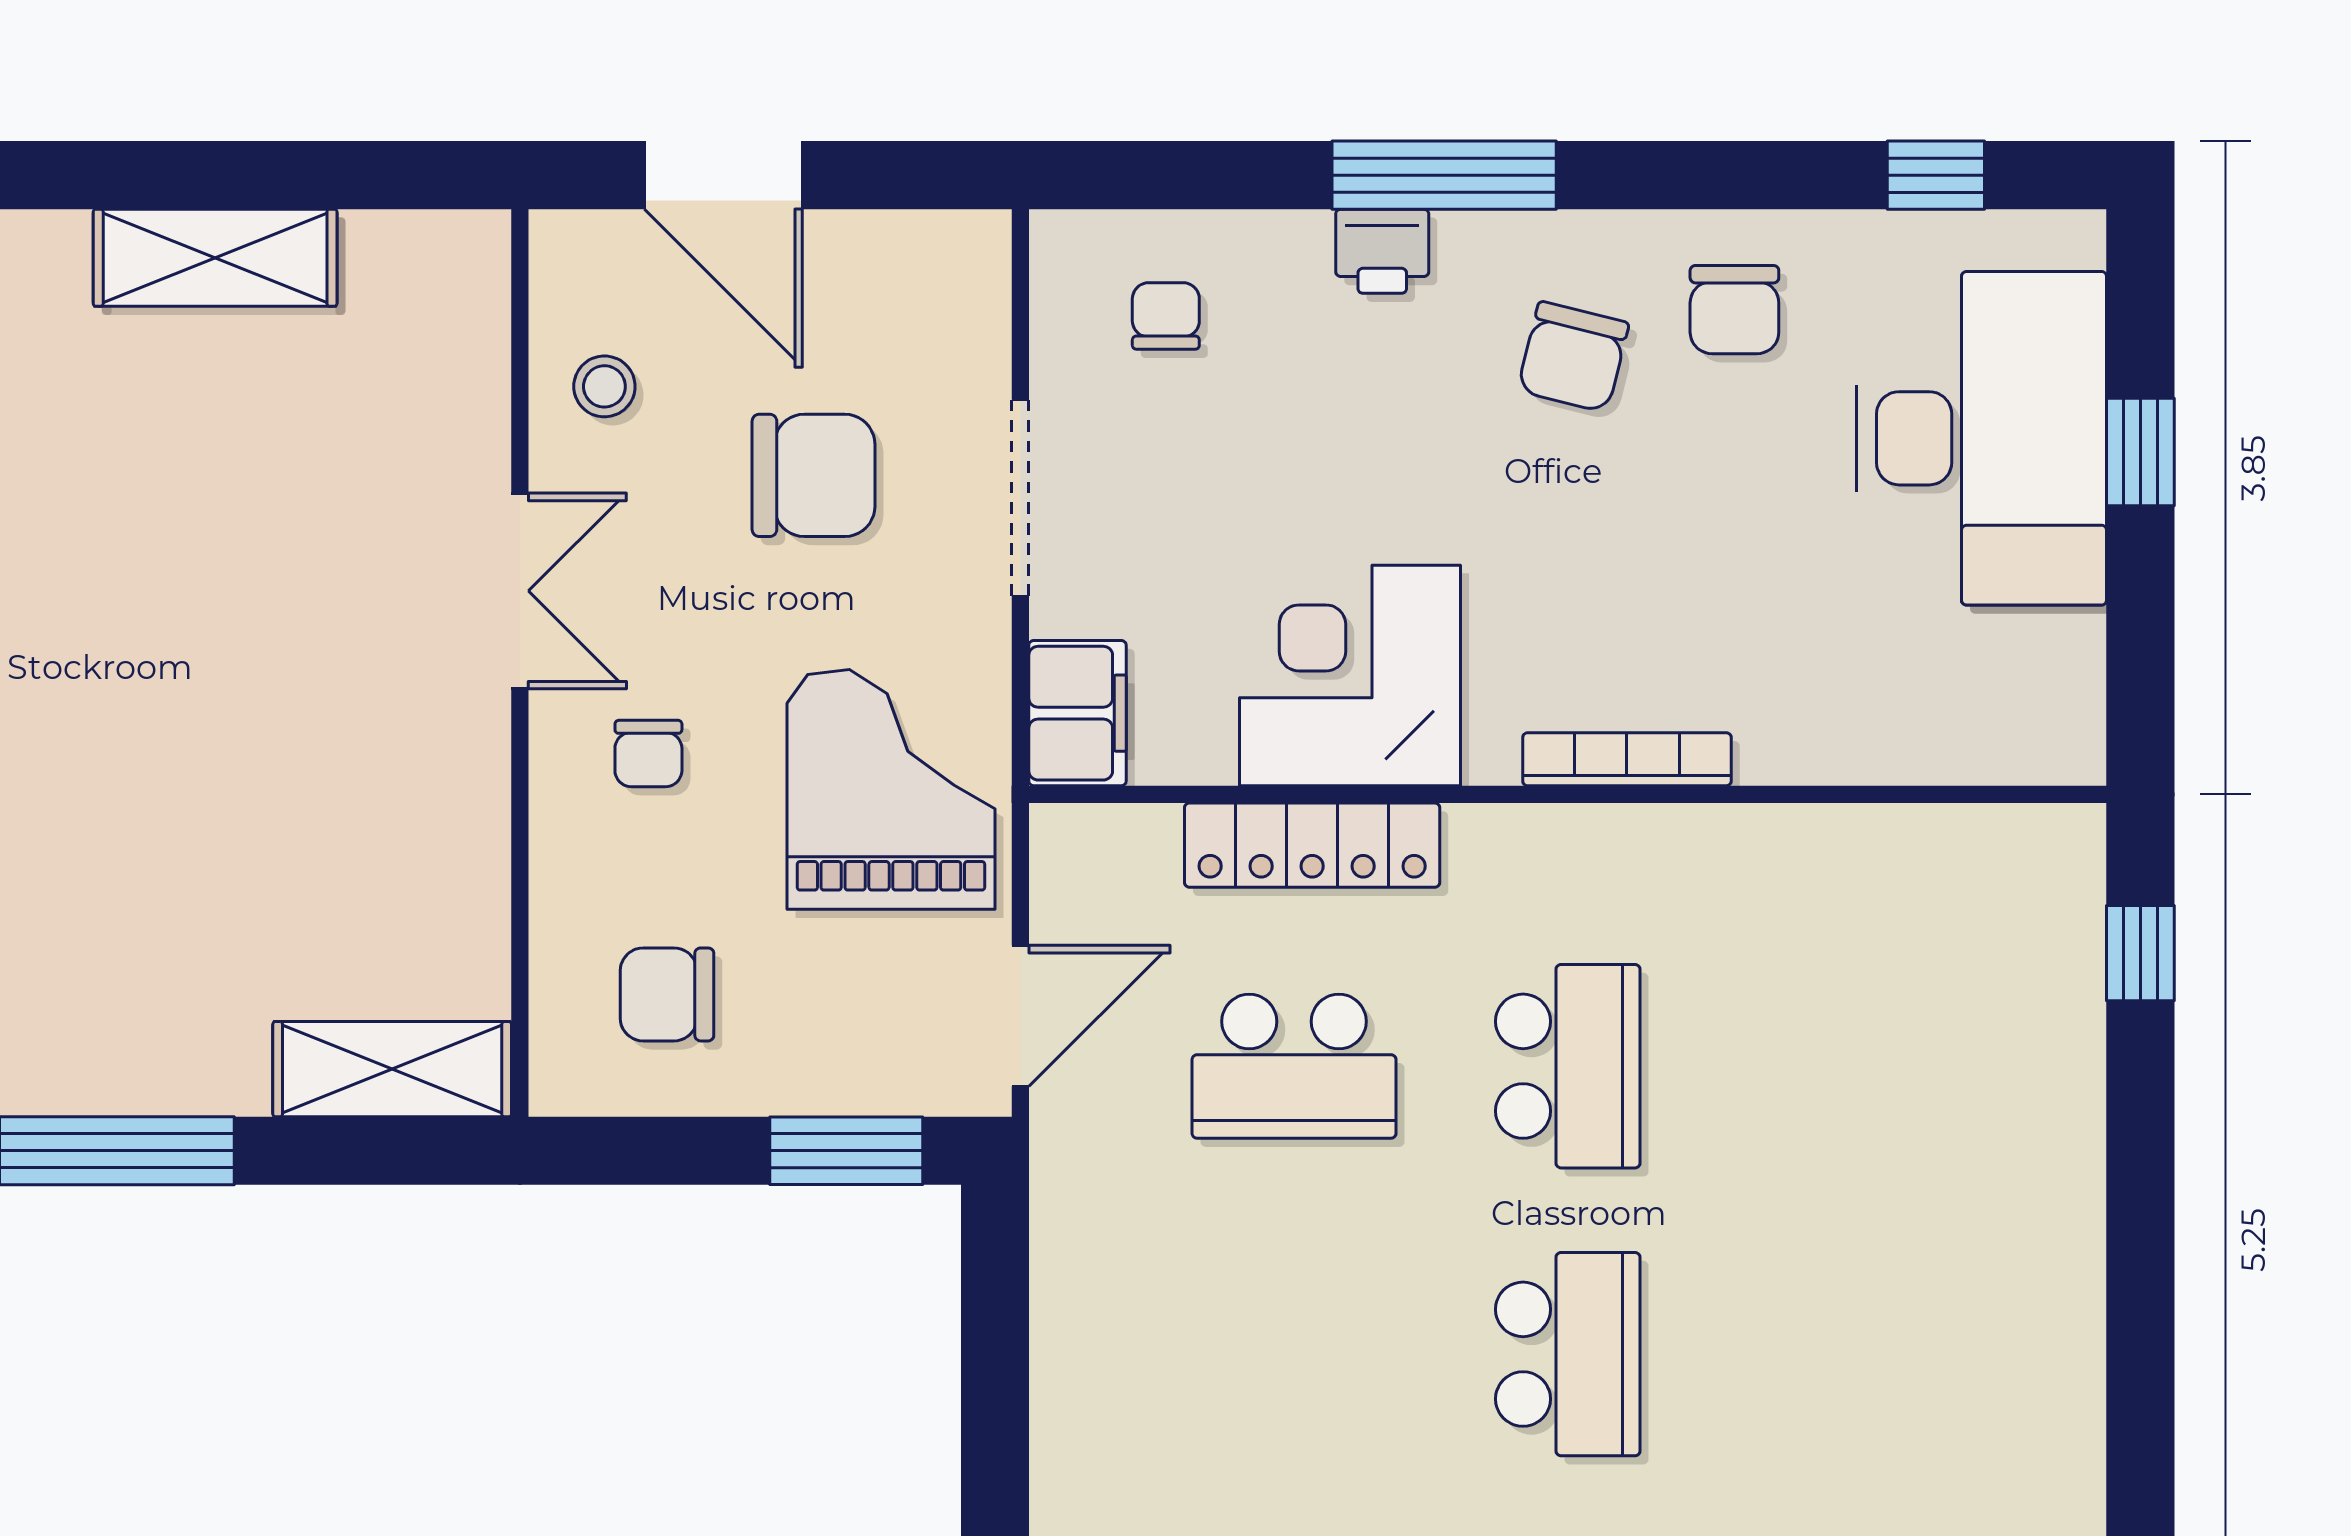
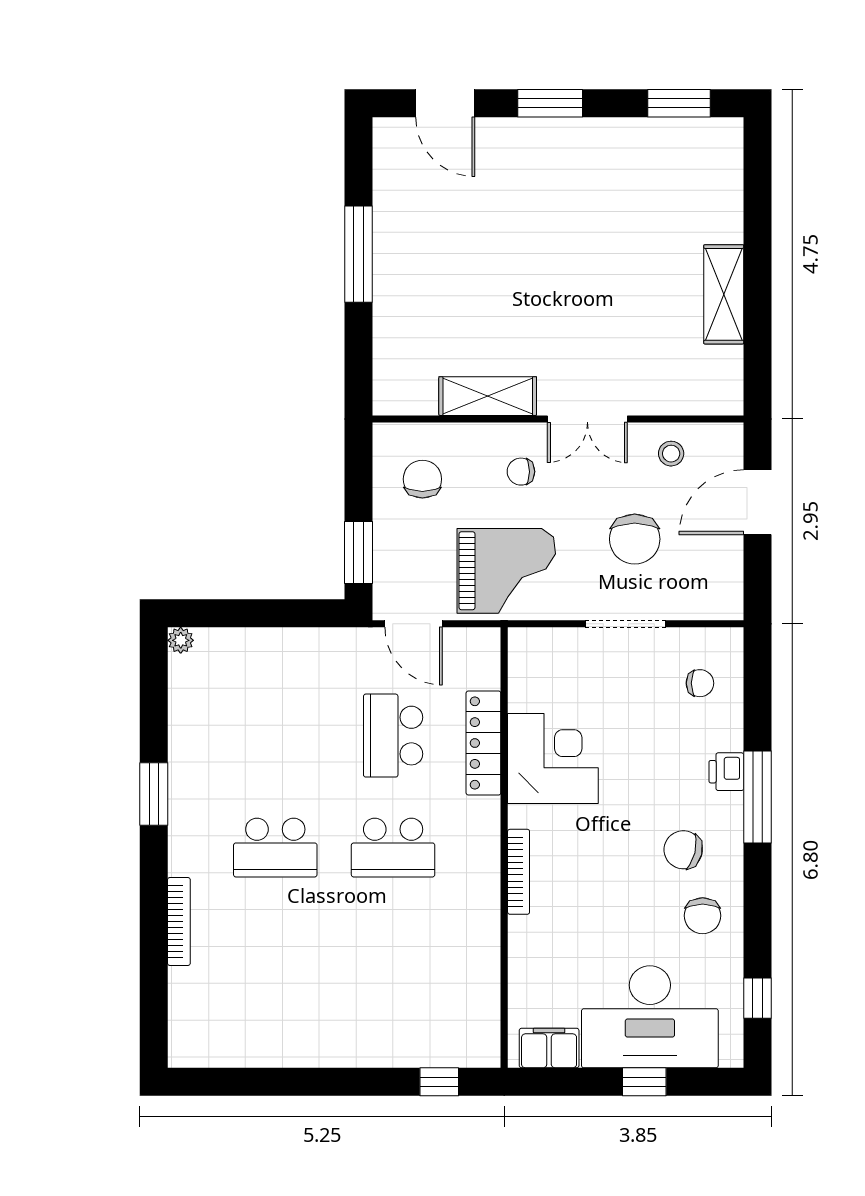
chair: (1734, 310) -> (703, 916), turned -90
filing cabinet: (1078, 713) -> (549, 1048), moved, turned 180
shelving: (392, 1069) -> (488, 396), moved, turned 90

